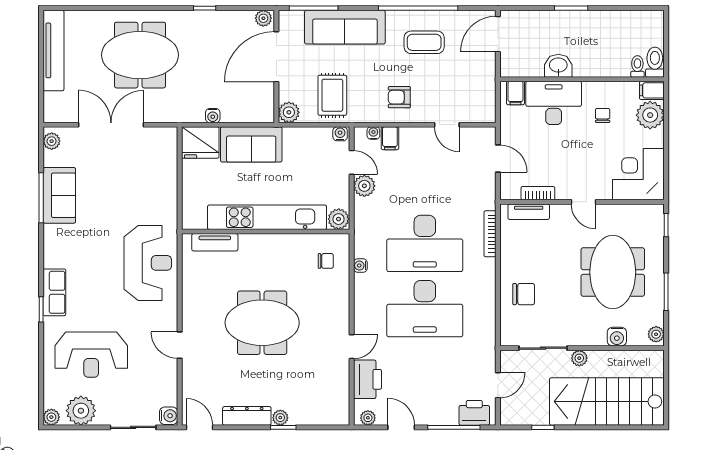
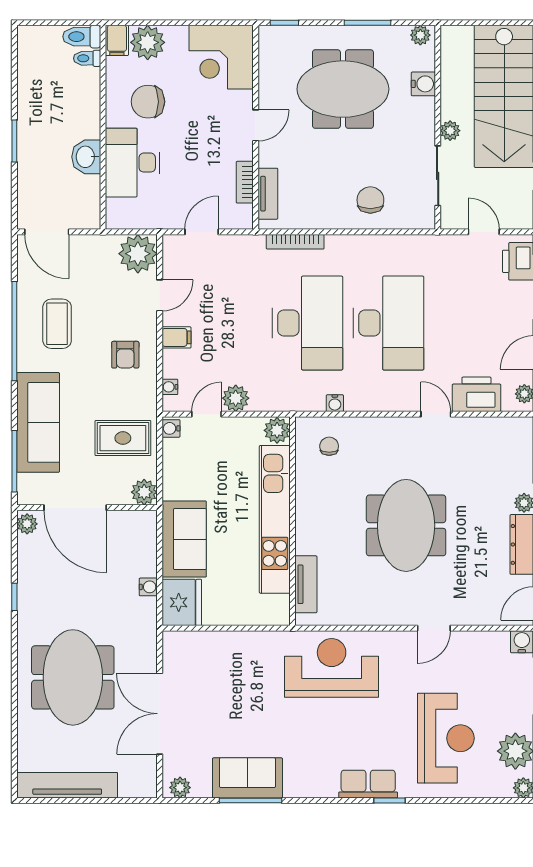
filing cabinet: (515, 93) -> (120, 210), removed
plant: (480, 107) -> (138, 254), added
chair: (603, 115) -> (148, 102), width x1.87, depth x1.87
filing cabinet: (390, 138) -> (176, 337), moved

